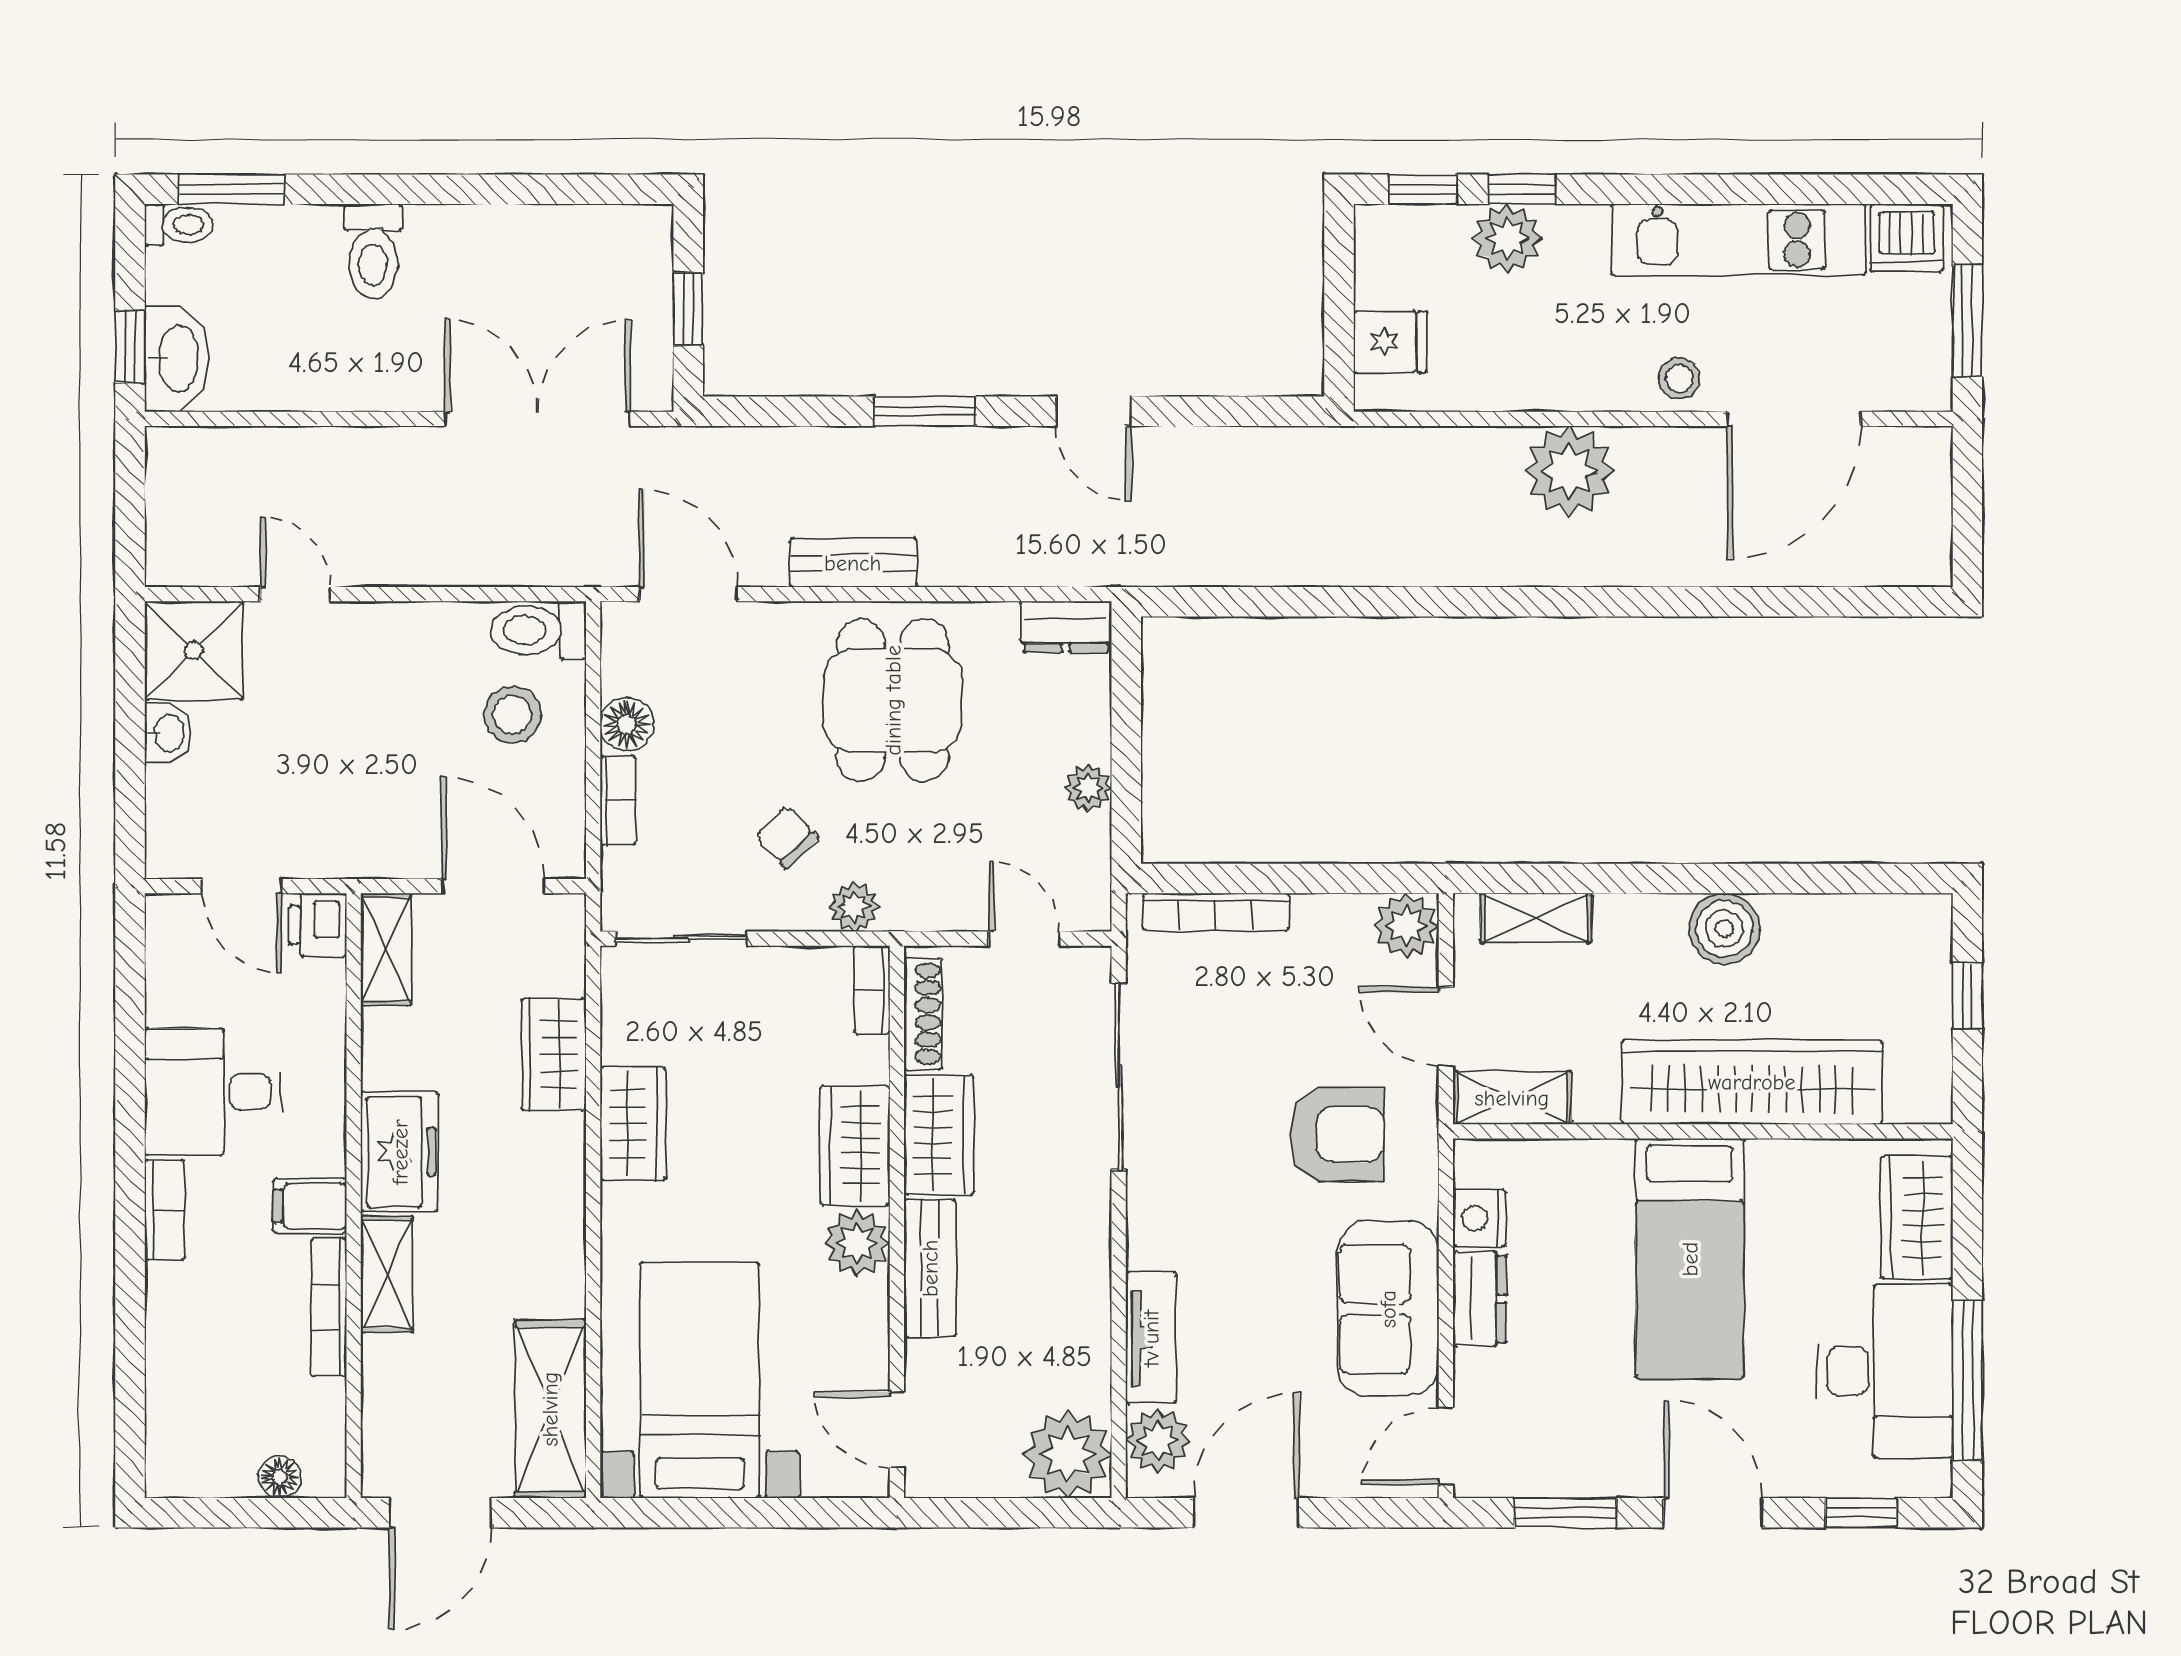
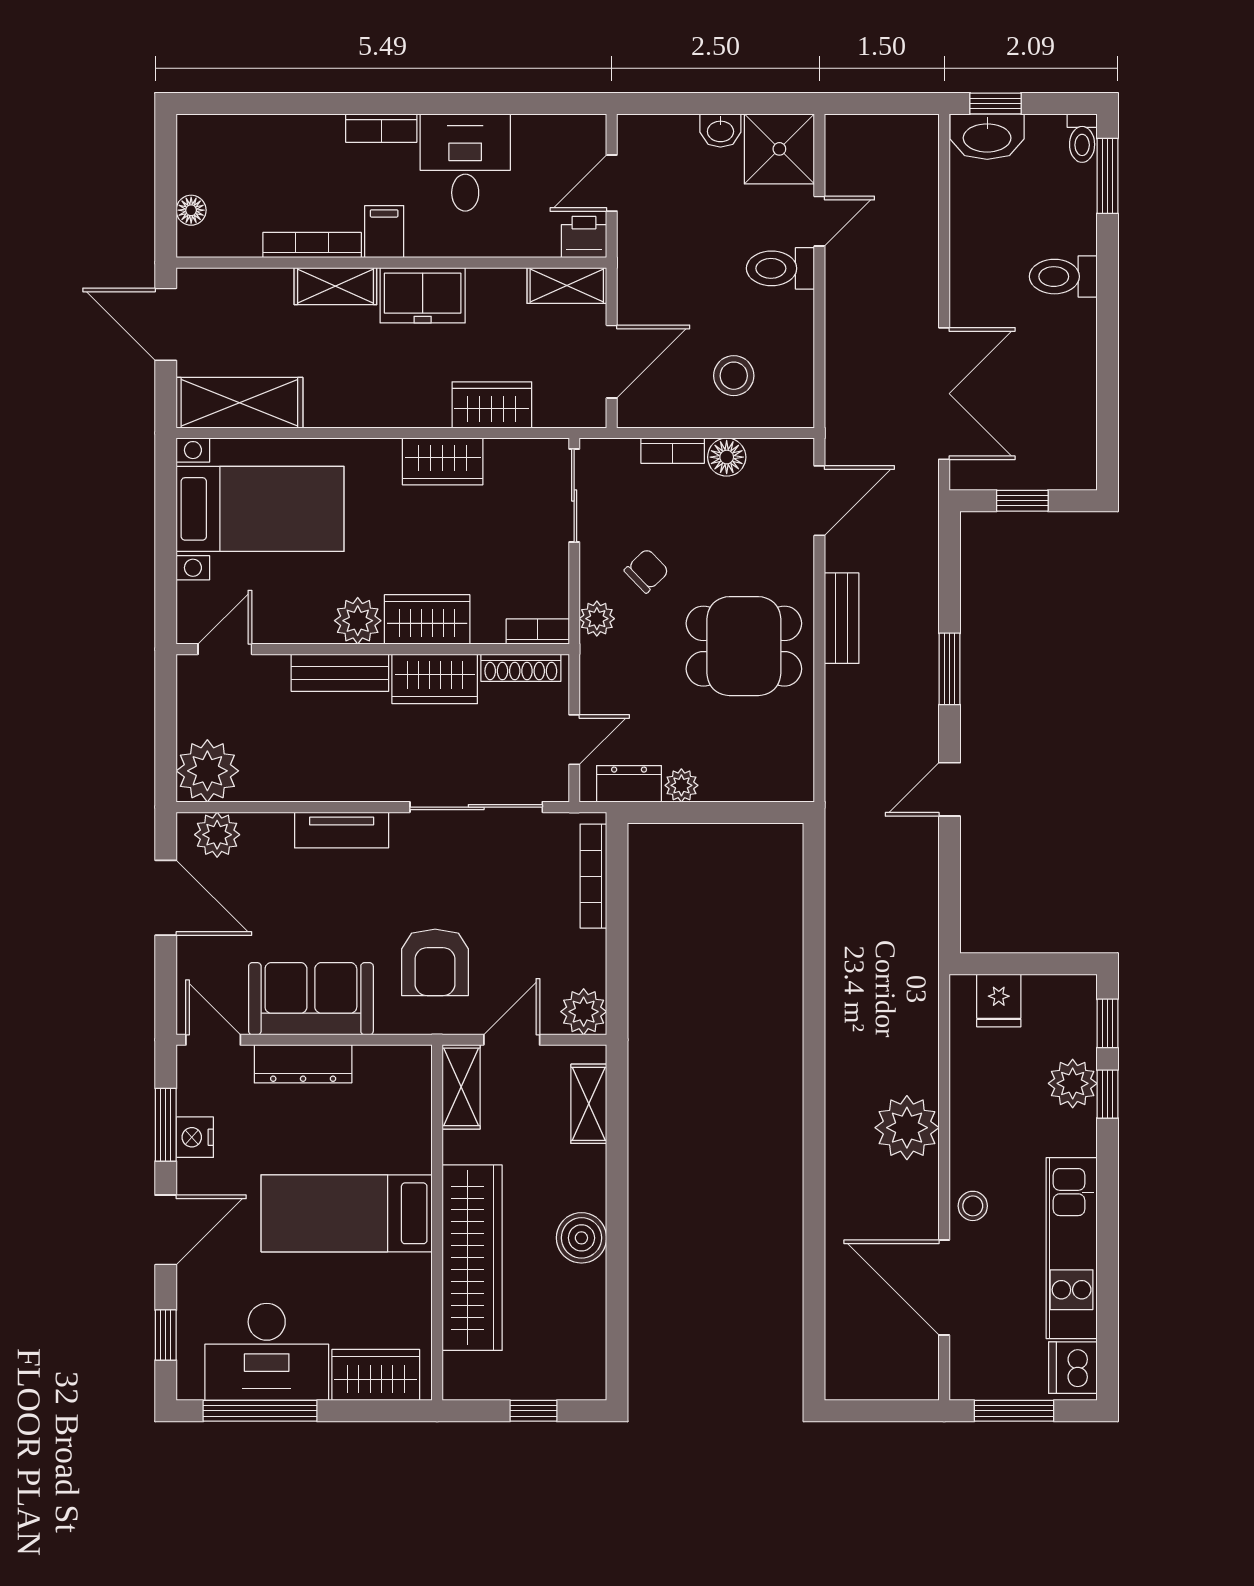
dresser: (1066, 627) -> (629, 784), moved, turned 90
toilet: (538, 630) -> (780, 268), moved, turned -90
nightstand: (1479, 1218) -> (195, 1137), moved, turned -90
dresser: (1480, 1299) -> (303, 1064), width x1.44
tv unit: (1151, 1338) -> (342, 830), moved

